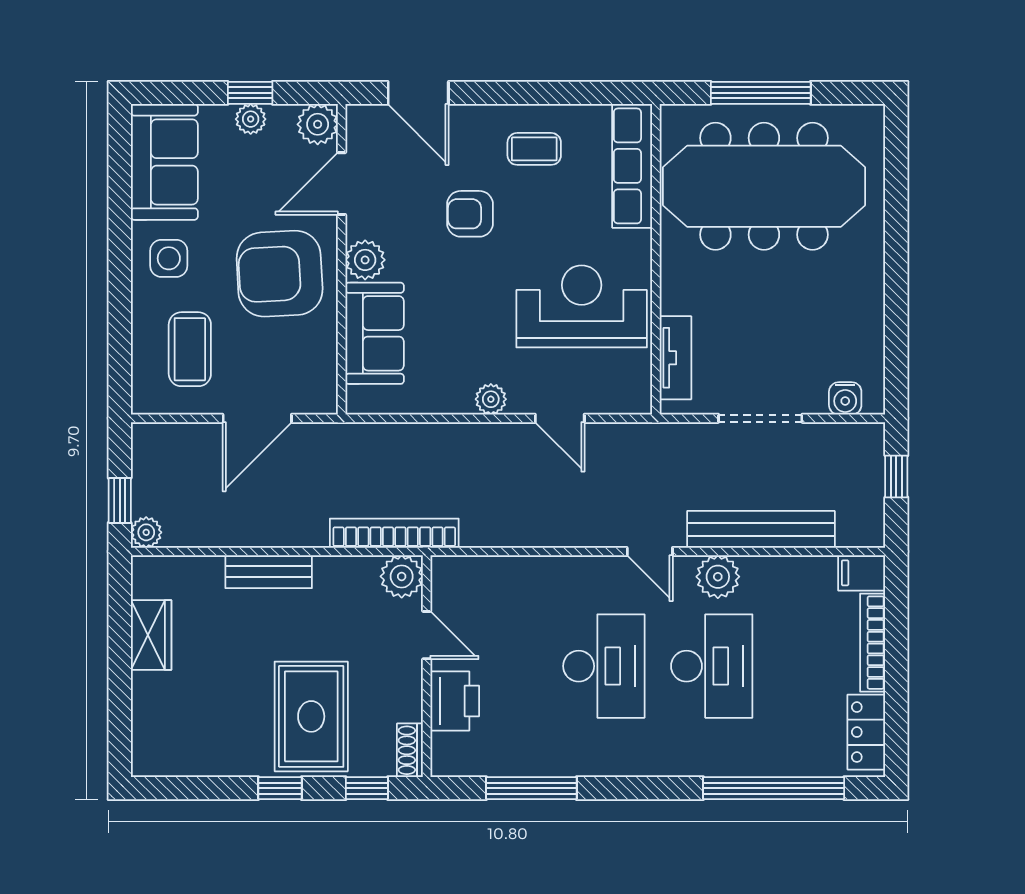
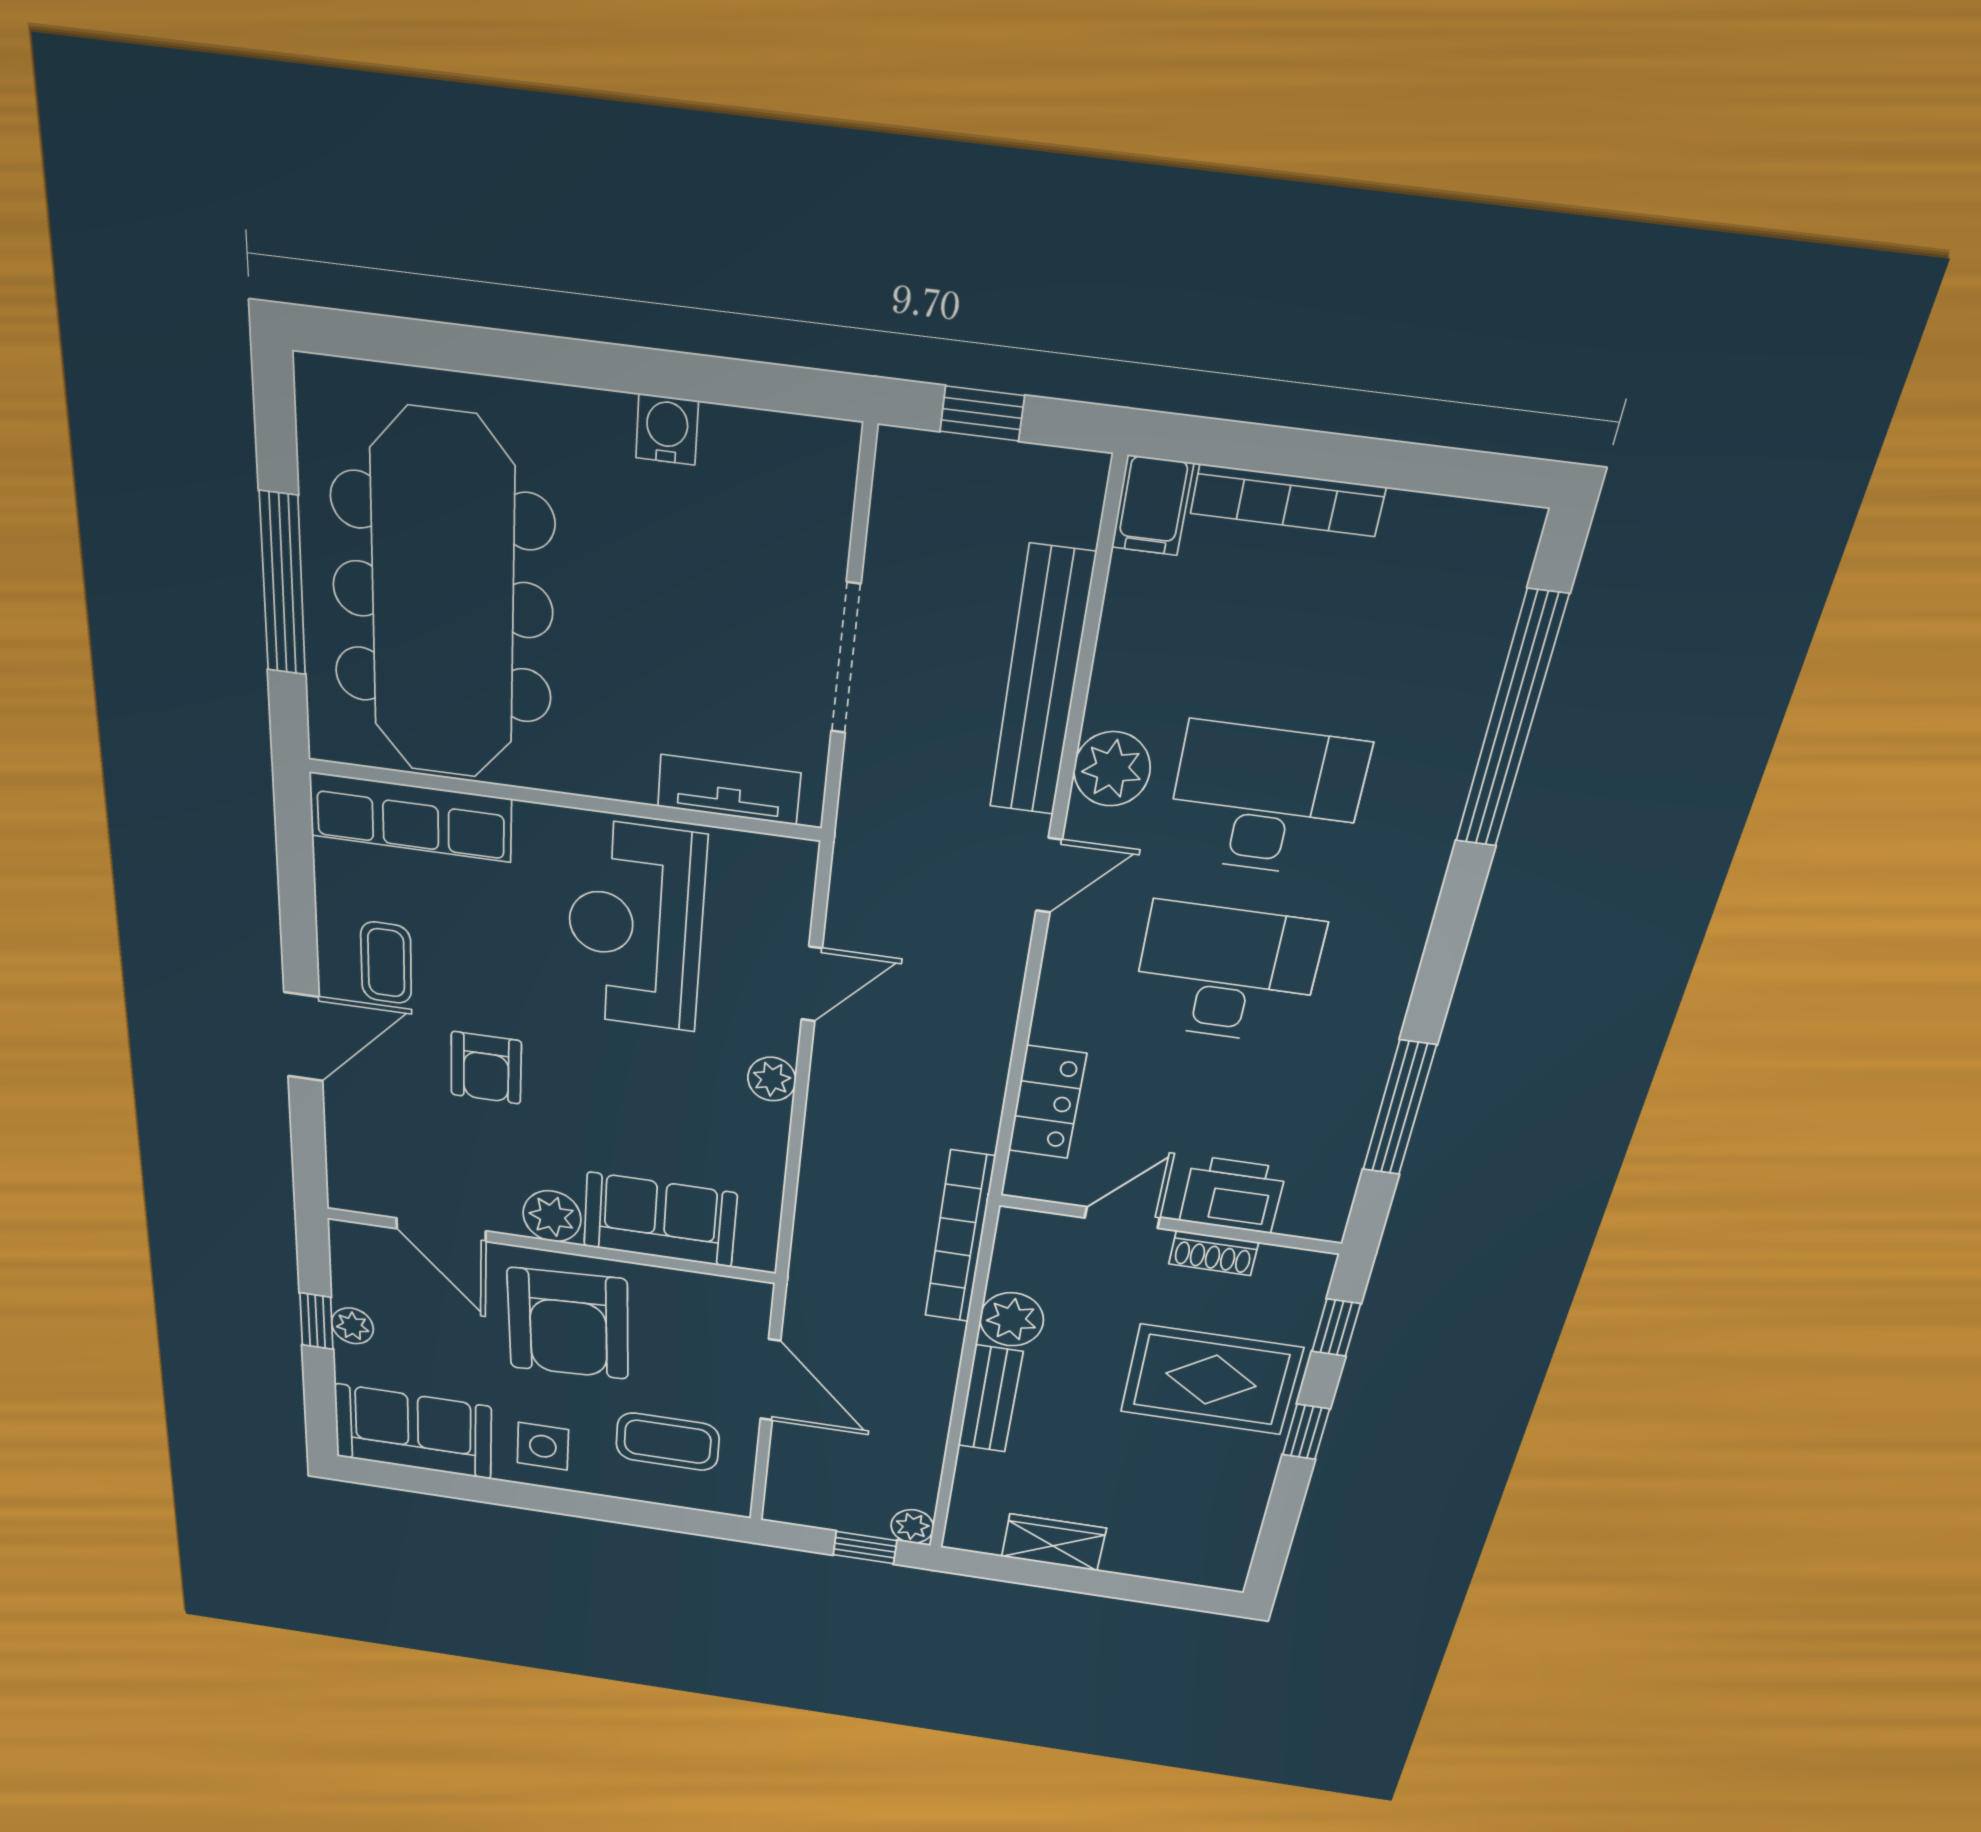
door: (418, 93) -> (303, 1037), moved
plant: (318, 124) -> (357, 1247), removed
water cooler: (845, 398) -> (667, 429), moved, turned -90
plant: (402, 576) -> (1012, 1319), moved
locker: (866, 732) -> (1047, 1102), moved, turned -90
shoe rack: (410, 750) -> (1214, 1253), moved

